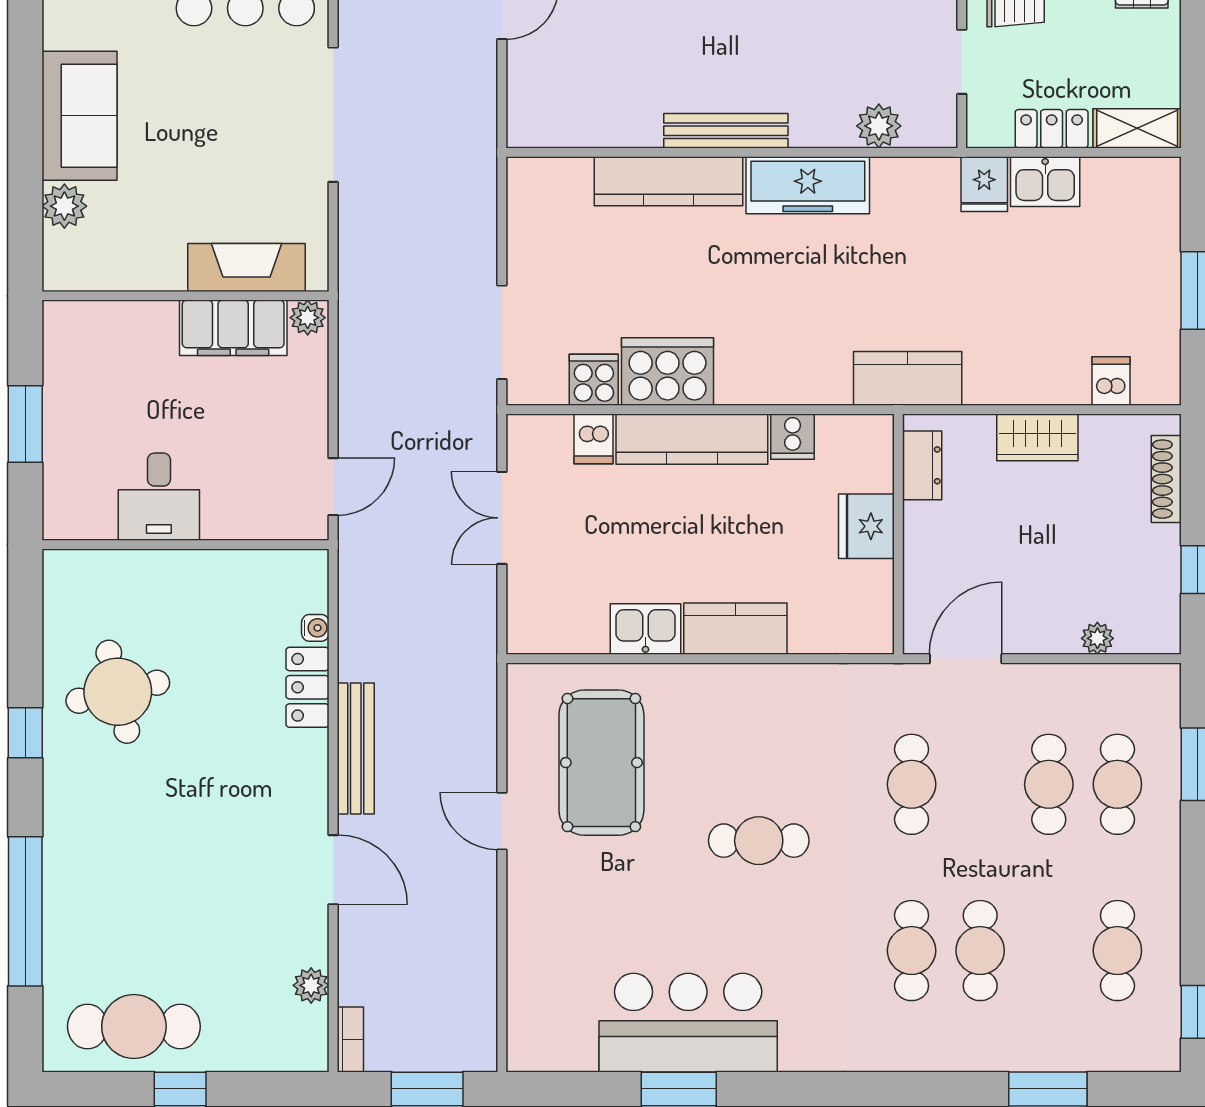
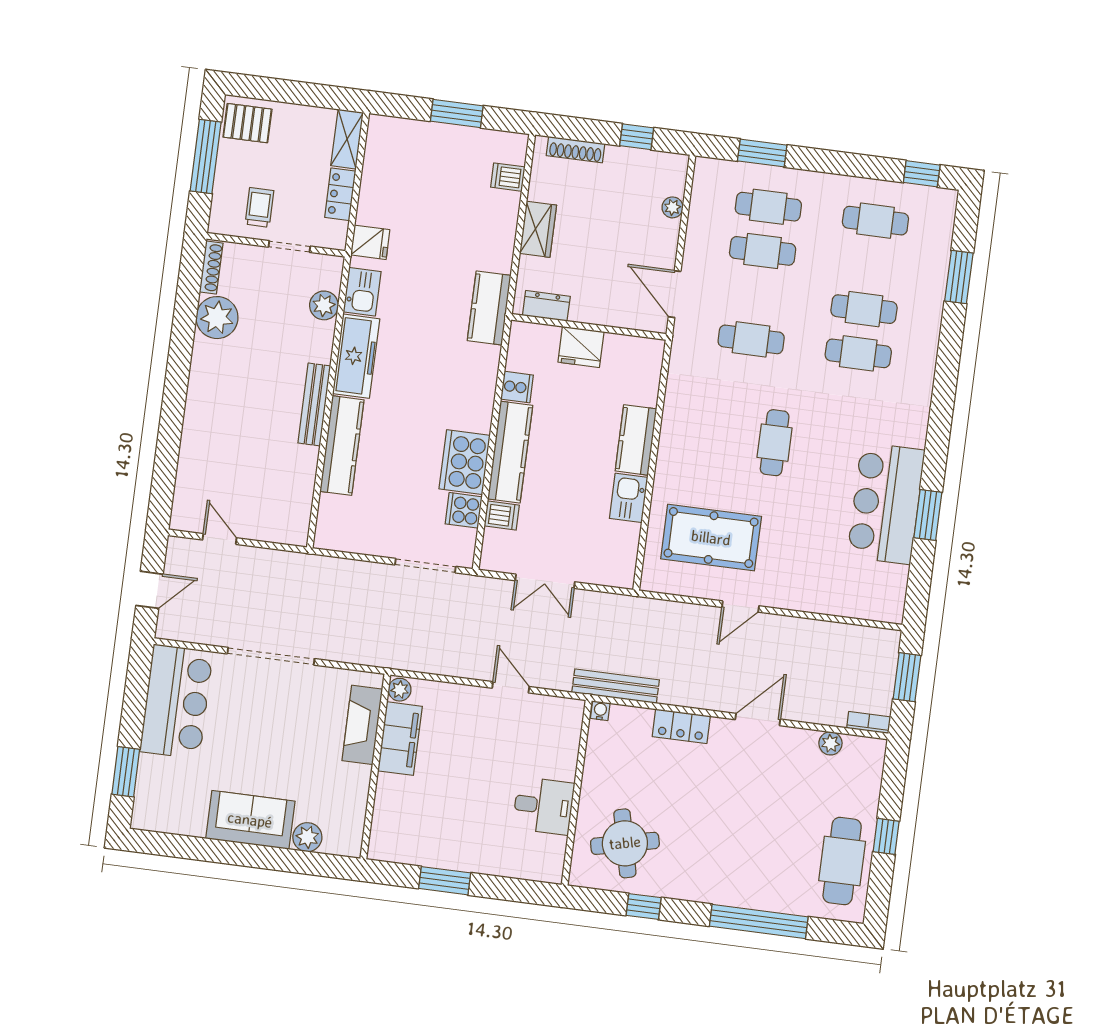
kitchen sink: (1045, 182) -> (362, 292), moved
desk: (159, 497) -> (543, 806), moved
wall: (185, 545) -> (577, 793), moved
locker: (307, 687) -> (681, 726), moved
bench: (356, 749) -> (616, 686), moved

